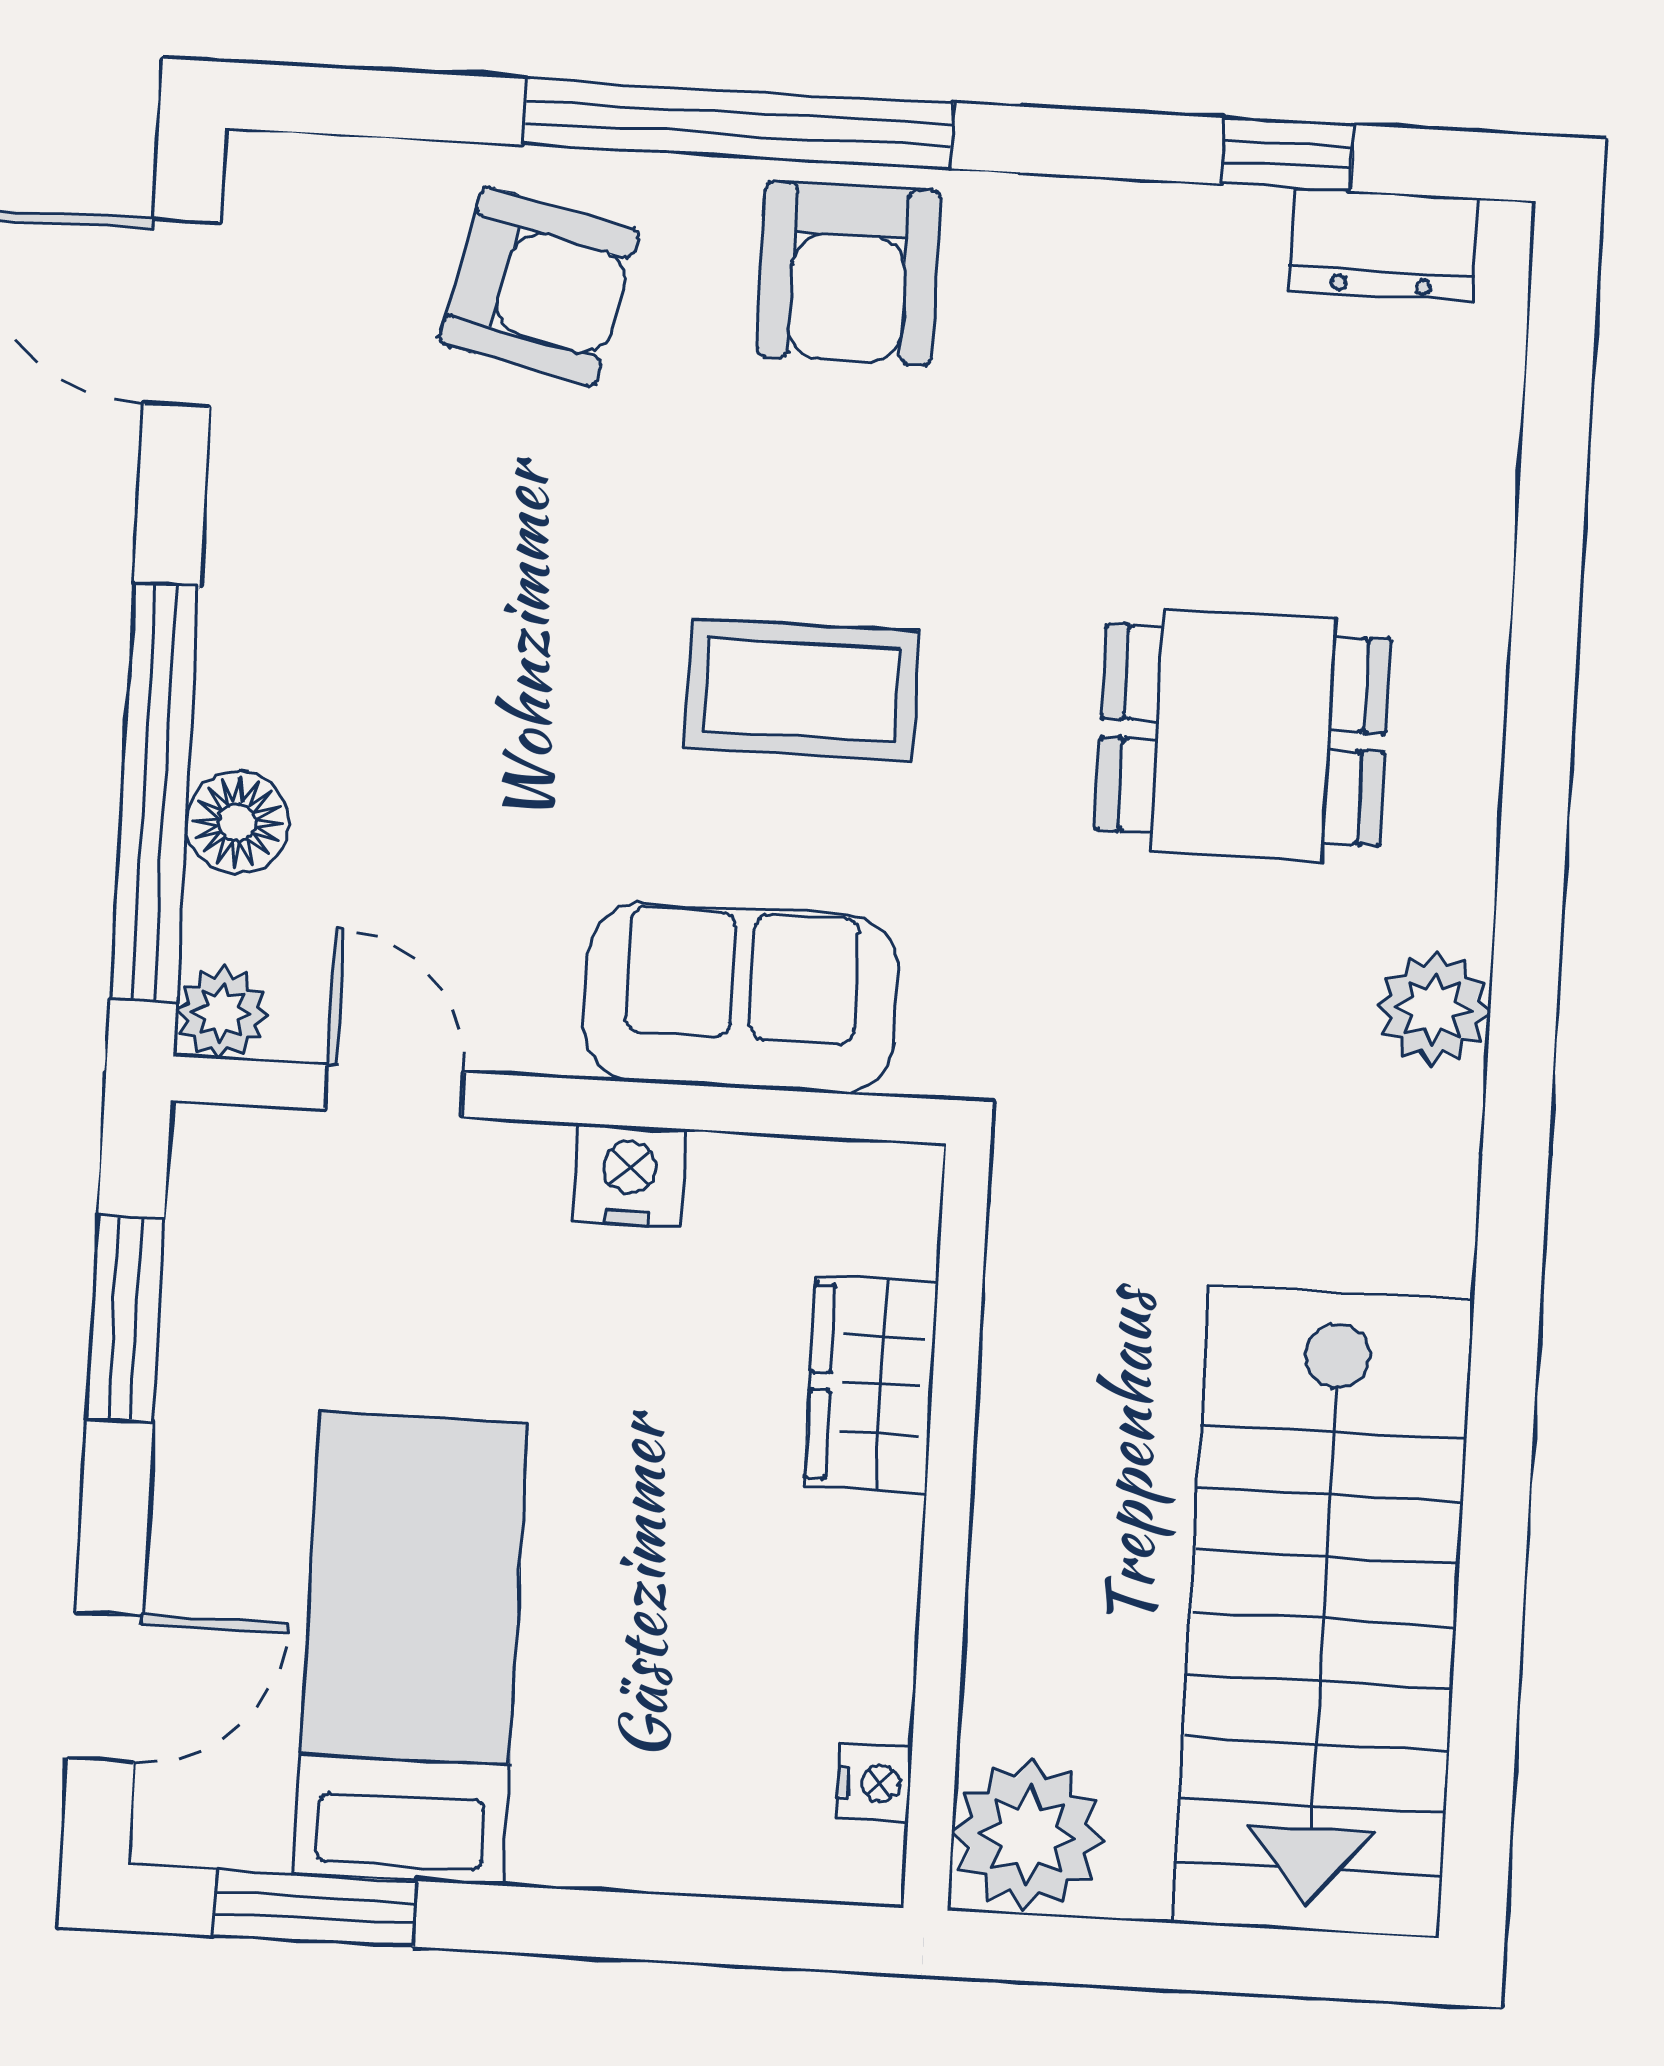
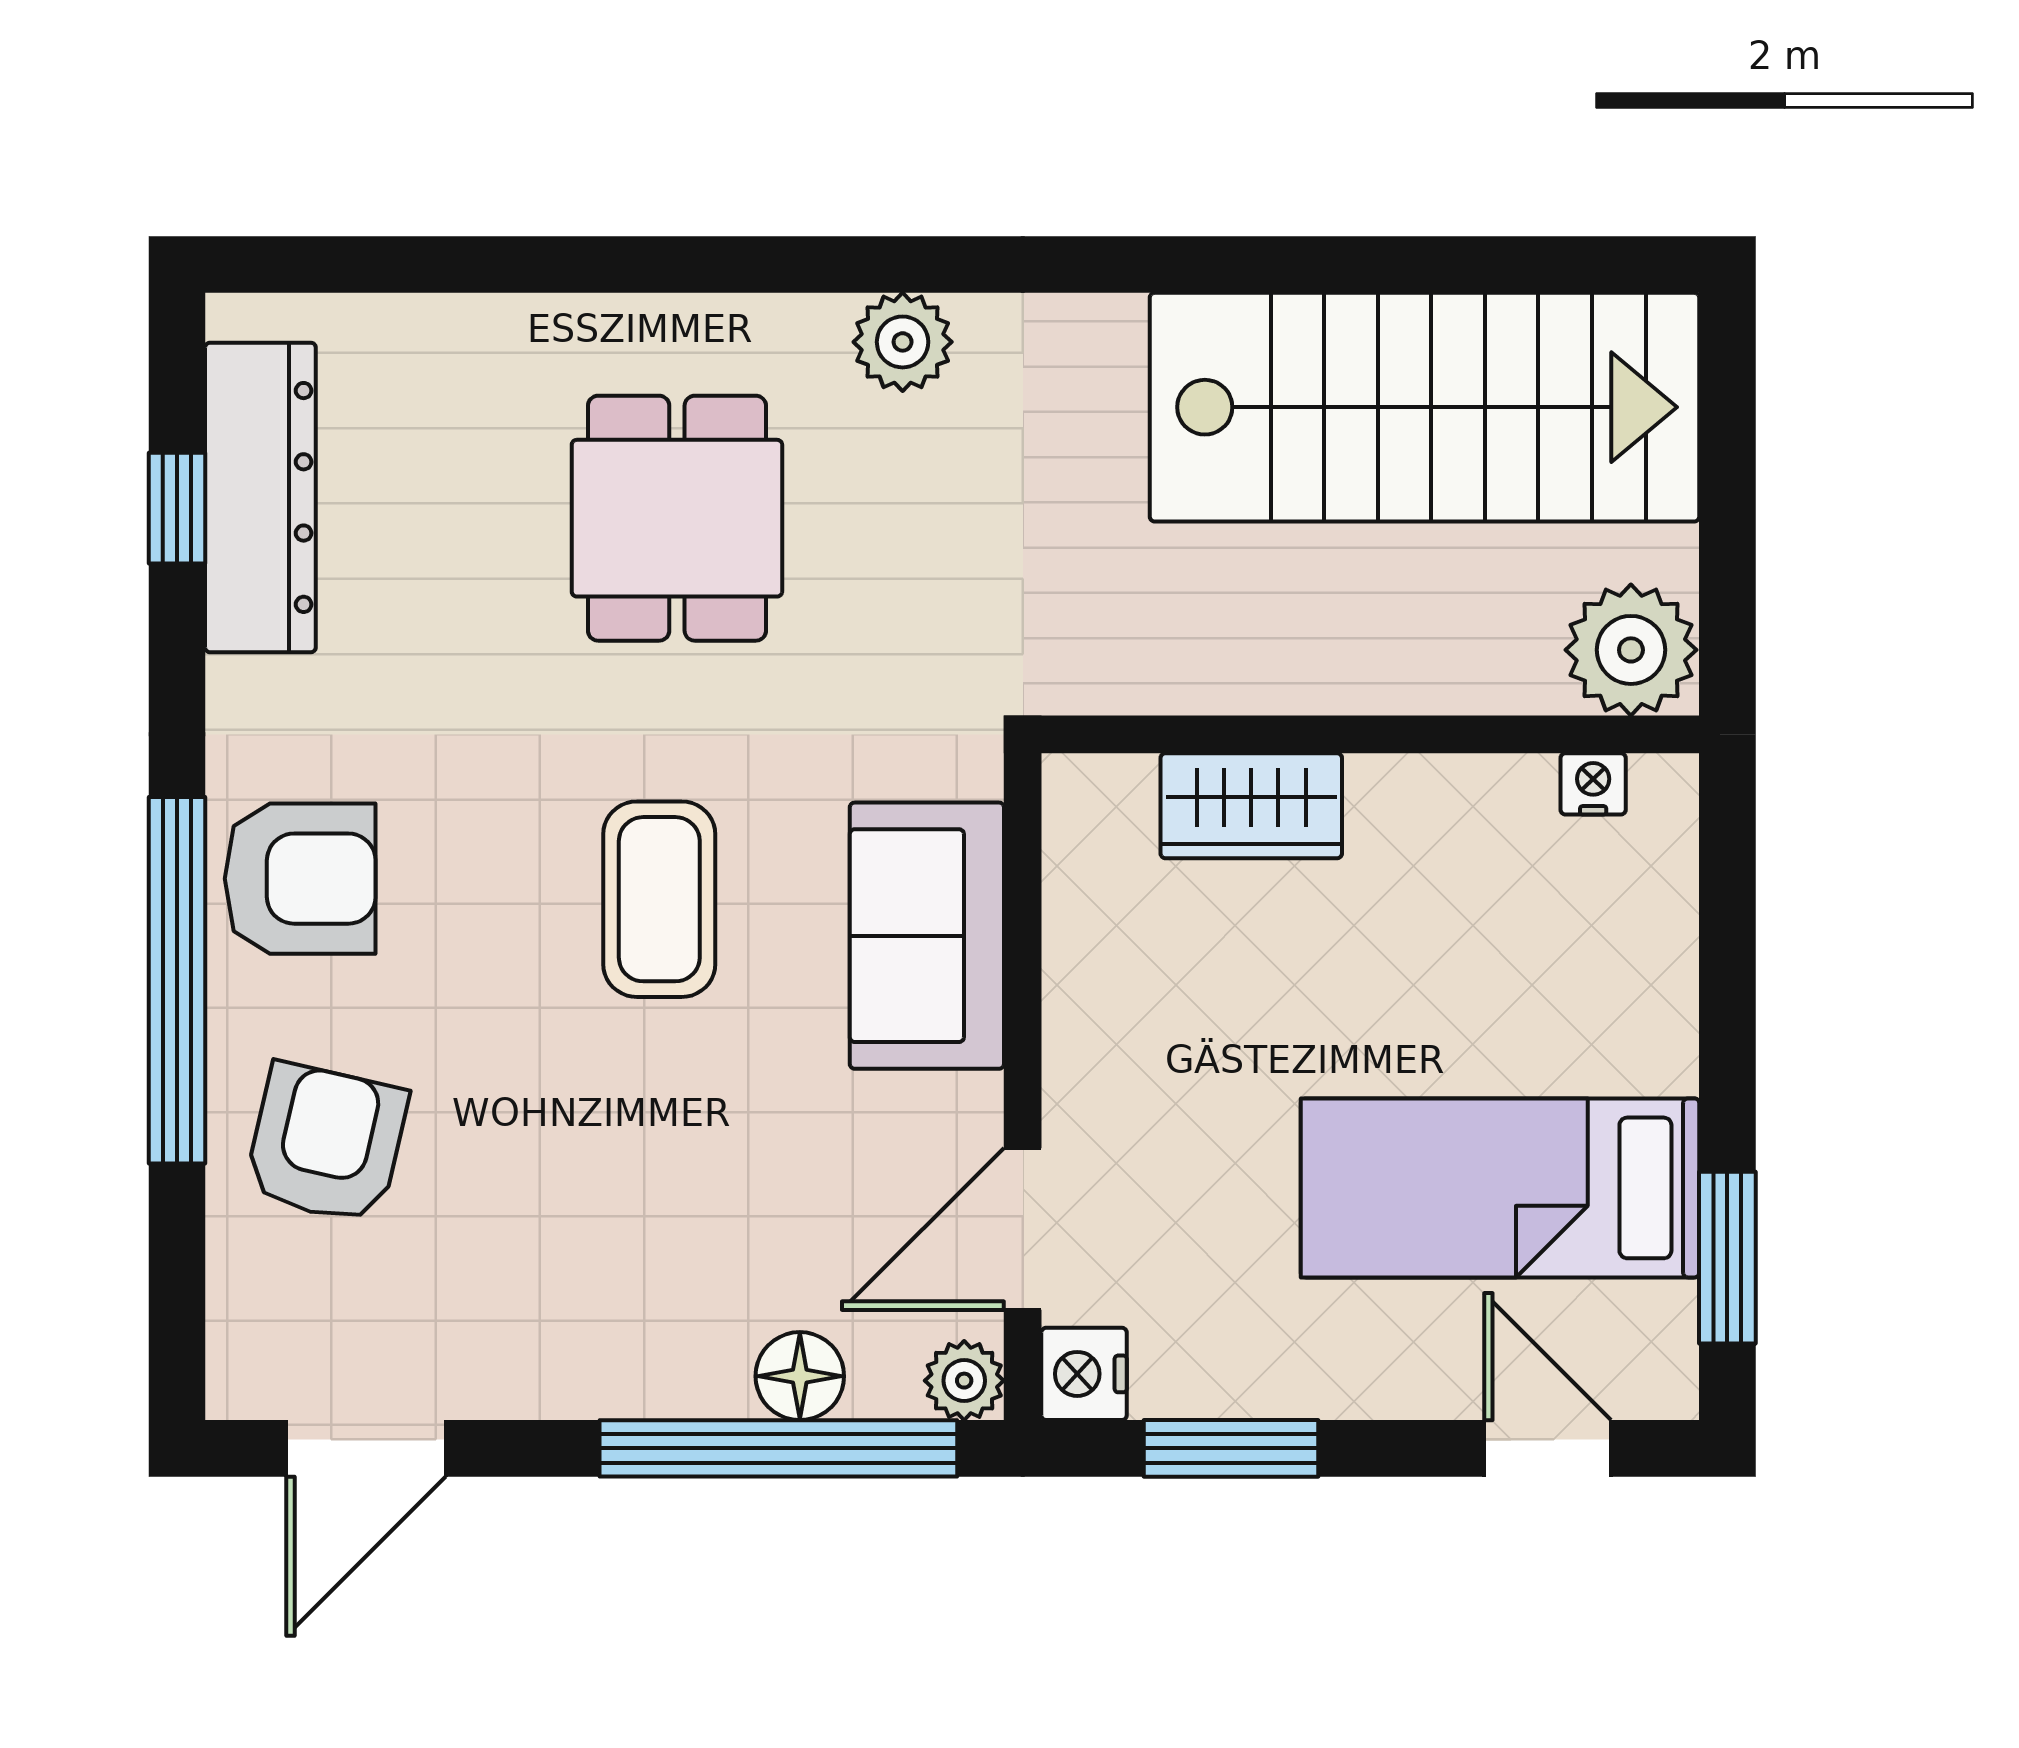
dresser: (1383, 244) -> (260, 497), width x1.96, depth x1.24
door: (394, 1091) -> (1023, 1229), width x1.38
nightstand: (629, 1175) -> (1084, 1374), moved

